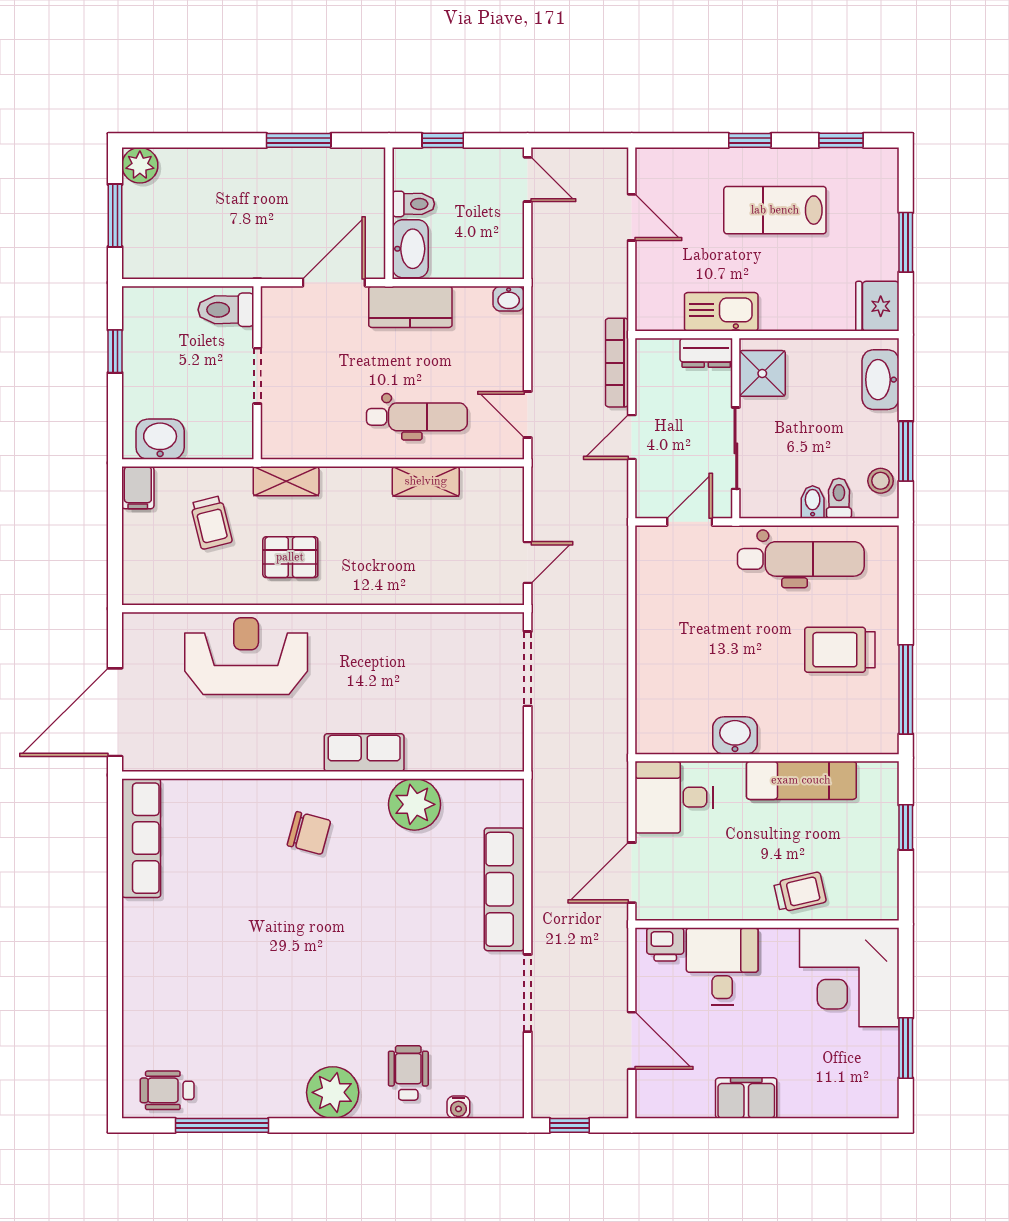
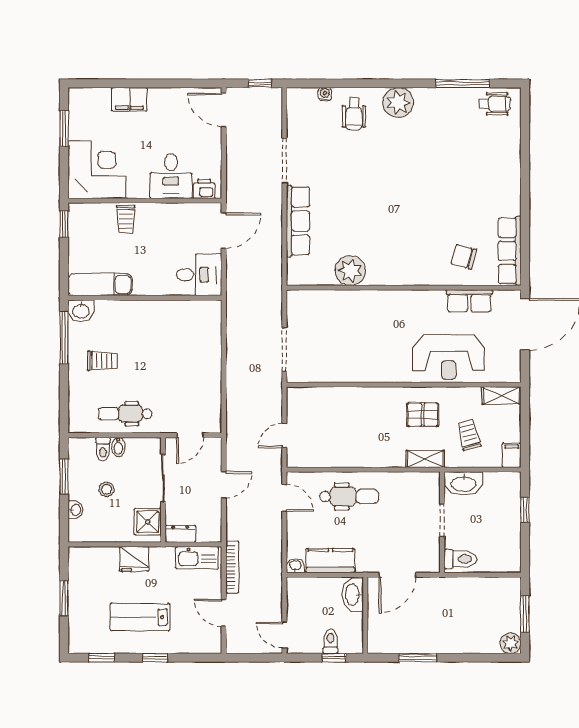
toilet: (413, 204) -> (330, 641), moved, turned 90
lab bench: (775, 210) -> (140, 617), turned 180
fridge: (877, 306) -> (134, 559), moved, turned 90
kitchen counter: (410, 307) -> (330, 561), moved
kitchen sink: (721, 312) -> (197, 558), moved
window: (115, 351) -> (525, 510), moved
bookcase: (617, 363) -> (232, 567), moved
washbasin: (881, 380) -> (75, 510), width x0.52, depth x0.69
dental chair: (417, 417) -> (349, 497), turned 180
washbasin: (160, 439) -> (463, 483), moved, width x1.38
shelving: (426, 481) -> (501, 396), moved
stool: (881, 481) -> (107, 489), moved
dental chair: (801, 559) -> (125, 414), width x0.73, depth x0.72
door: (528, 562) -> (284, 436), moved
trolley: (840, 650) -> (102, 361), width x0.73, depth x0.72
washbasin: (735, 735) -> (81, 311), moved
row of seats: (364, 753) -> (469, 301), moved
exam couch: (801, 780) -> (100, 285), moved
window: (906, 827) -> (64, 224), moved
chair: (309, 833) -> (464, 257), moved
trolley: (800, 892) -> (126, 219), turned -77
door: (632, 1041) -> (224, 110), moved
filing cabinet: (746, 1098) -> (129, 99), moved

